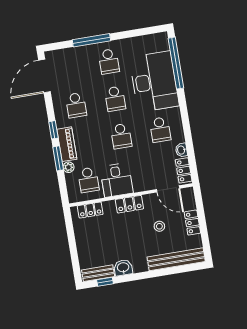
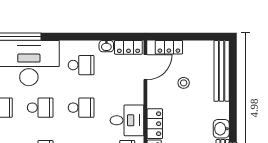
locker: (129, 204) -> (155, 124), moved
locker: (192, 223) -> (169, 47), moved

